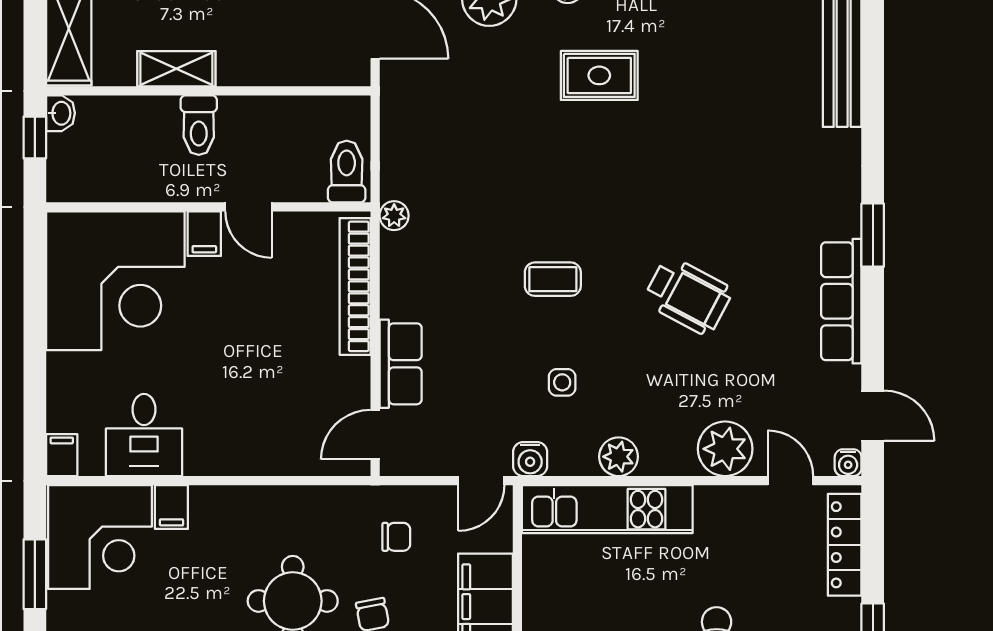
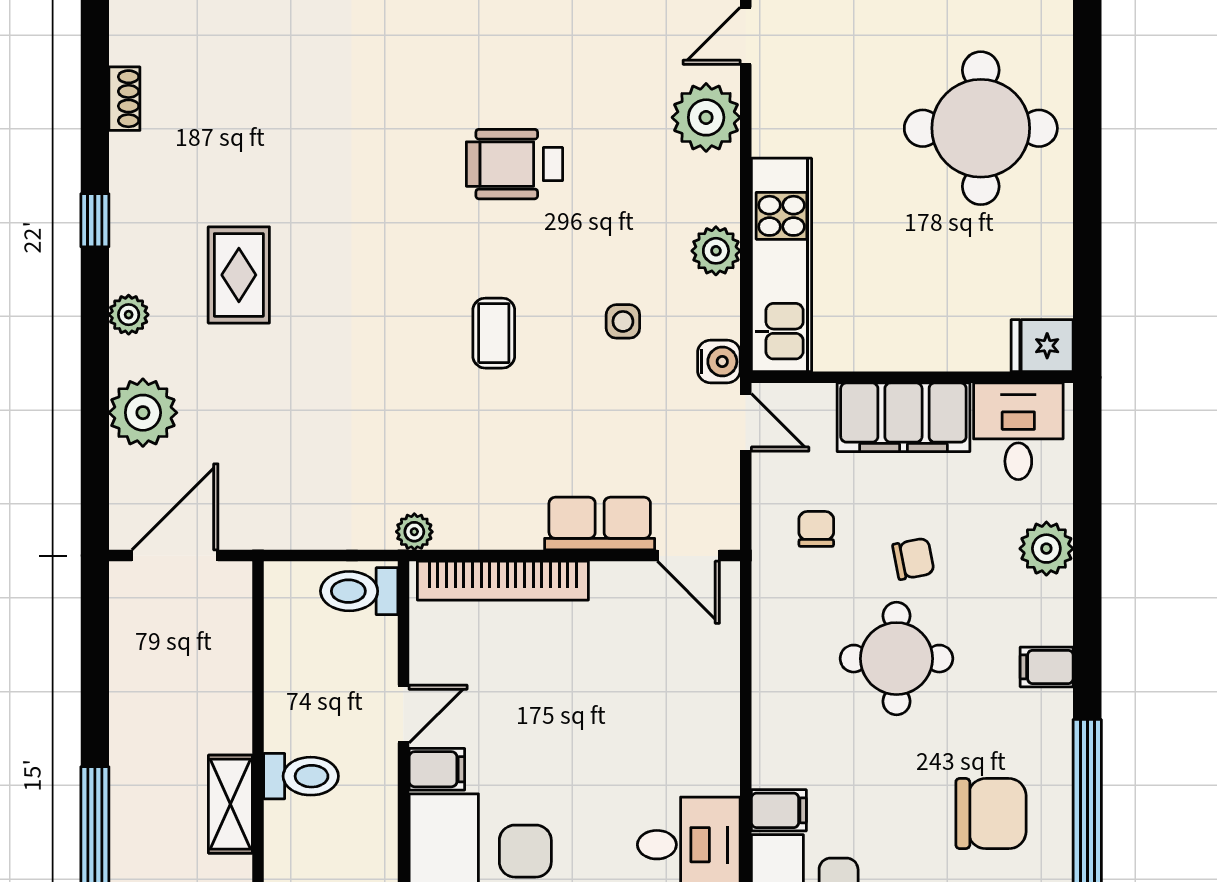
wheelchair: (688, 296) -> (514, 164), turned -118

